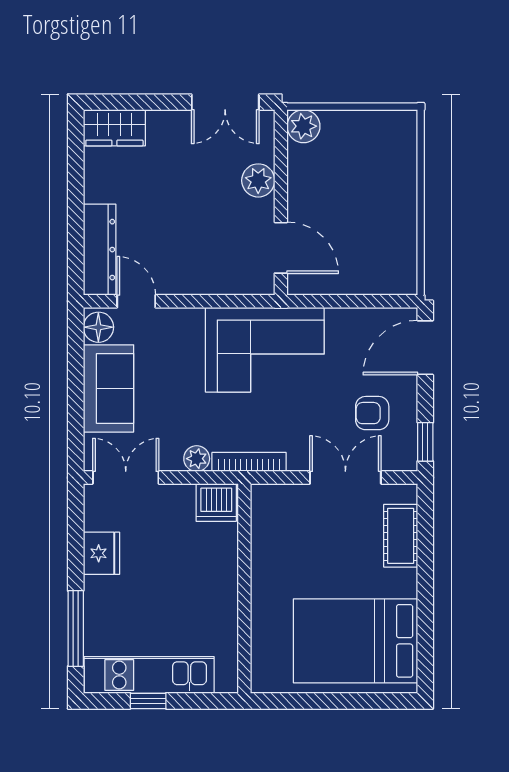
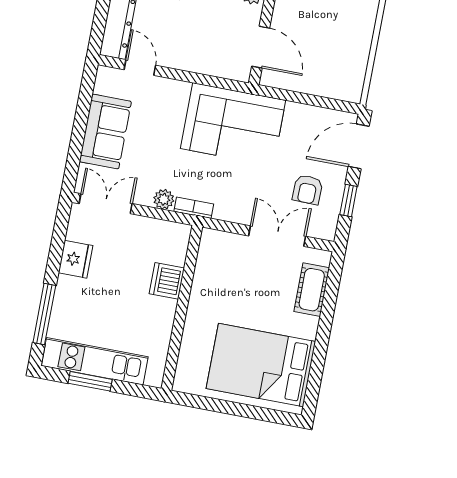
floor lamp: (98, 327) -> (107, 82), removed
armchair: (372, 413) -> (308, 190), turned -89
window: (425, 442) -> (348, 201), moved
bookcase: (249, 462) -> (194, 208), width x0.64
dishwasher: (216, 502) -> (167, 281), moved, turned 90
window: (148, 701) -> (90, 381), width x1.50

